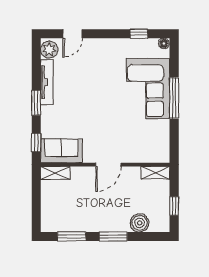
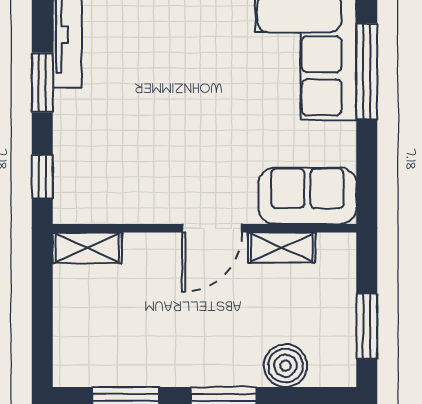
sofa: (61, 151) -> (307, 196), moved
shelving: (155, 173) -> (282, 248), moved
window: (174, 206) -> (367, 326), width x1.50

